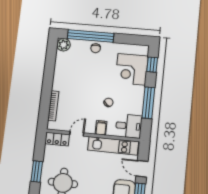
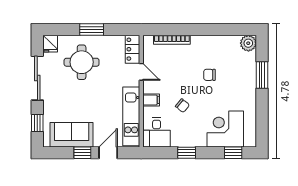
window: (91, 36) -> (262, 75), width x0.47
chair: (96, 48) -> (209, 75), moved
window: (148, 103) -> (187, 153), width x0.46

